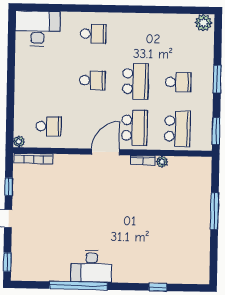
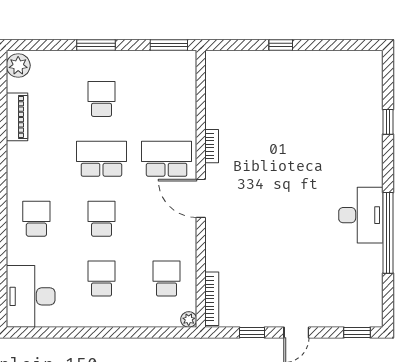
piano: (167, 21) -> (17, 117), added
school desk: (177, 129) -> (101, 279), moved, width x0.54
plant: (162, 162) -> (213, 120), removed
window: (215, 211) -> (281, 45), width x0.46

